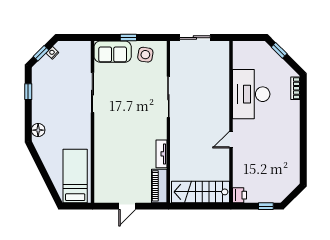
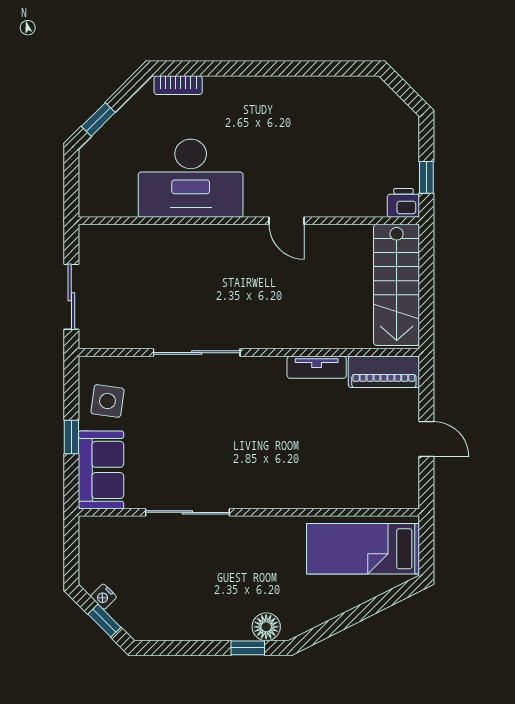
window: (28, 92) -> (248, 648), moved
window: (266, 206) -> (426, 177), moved

